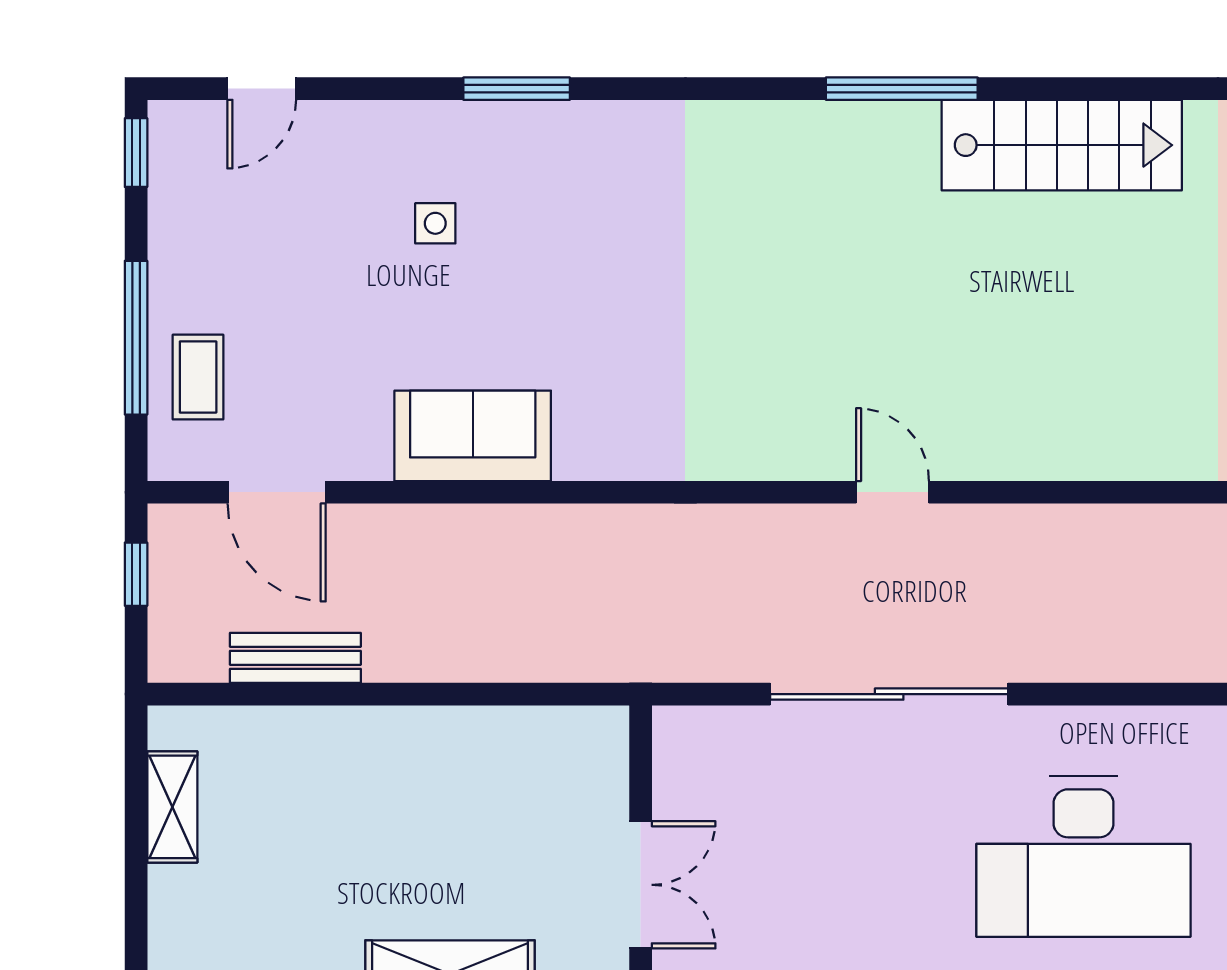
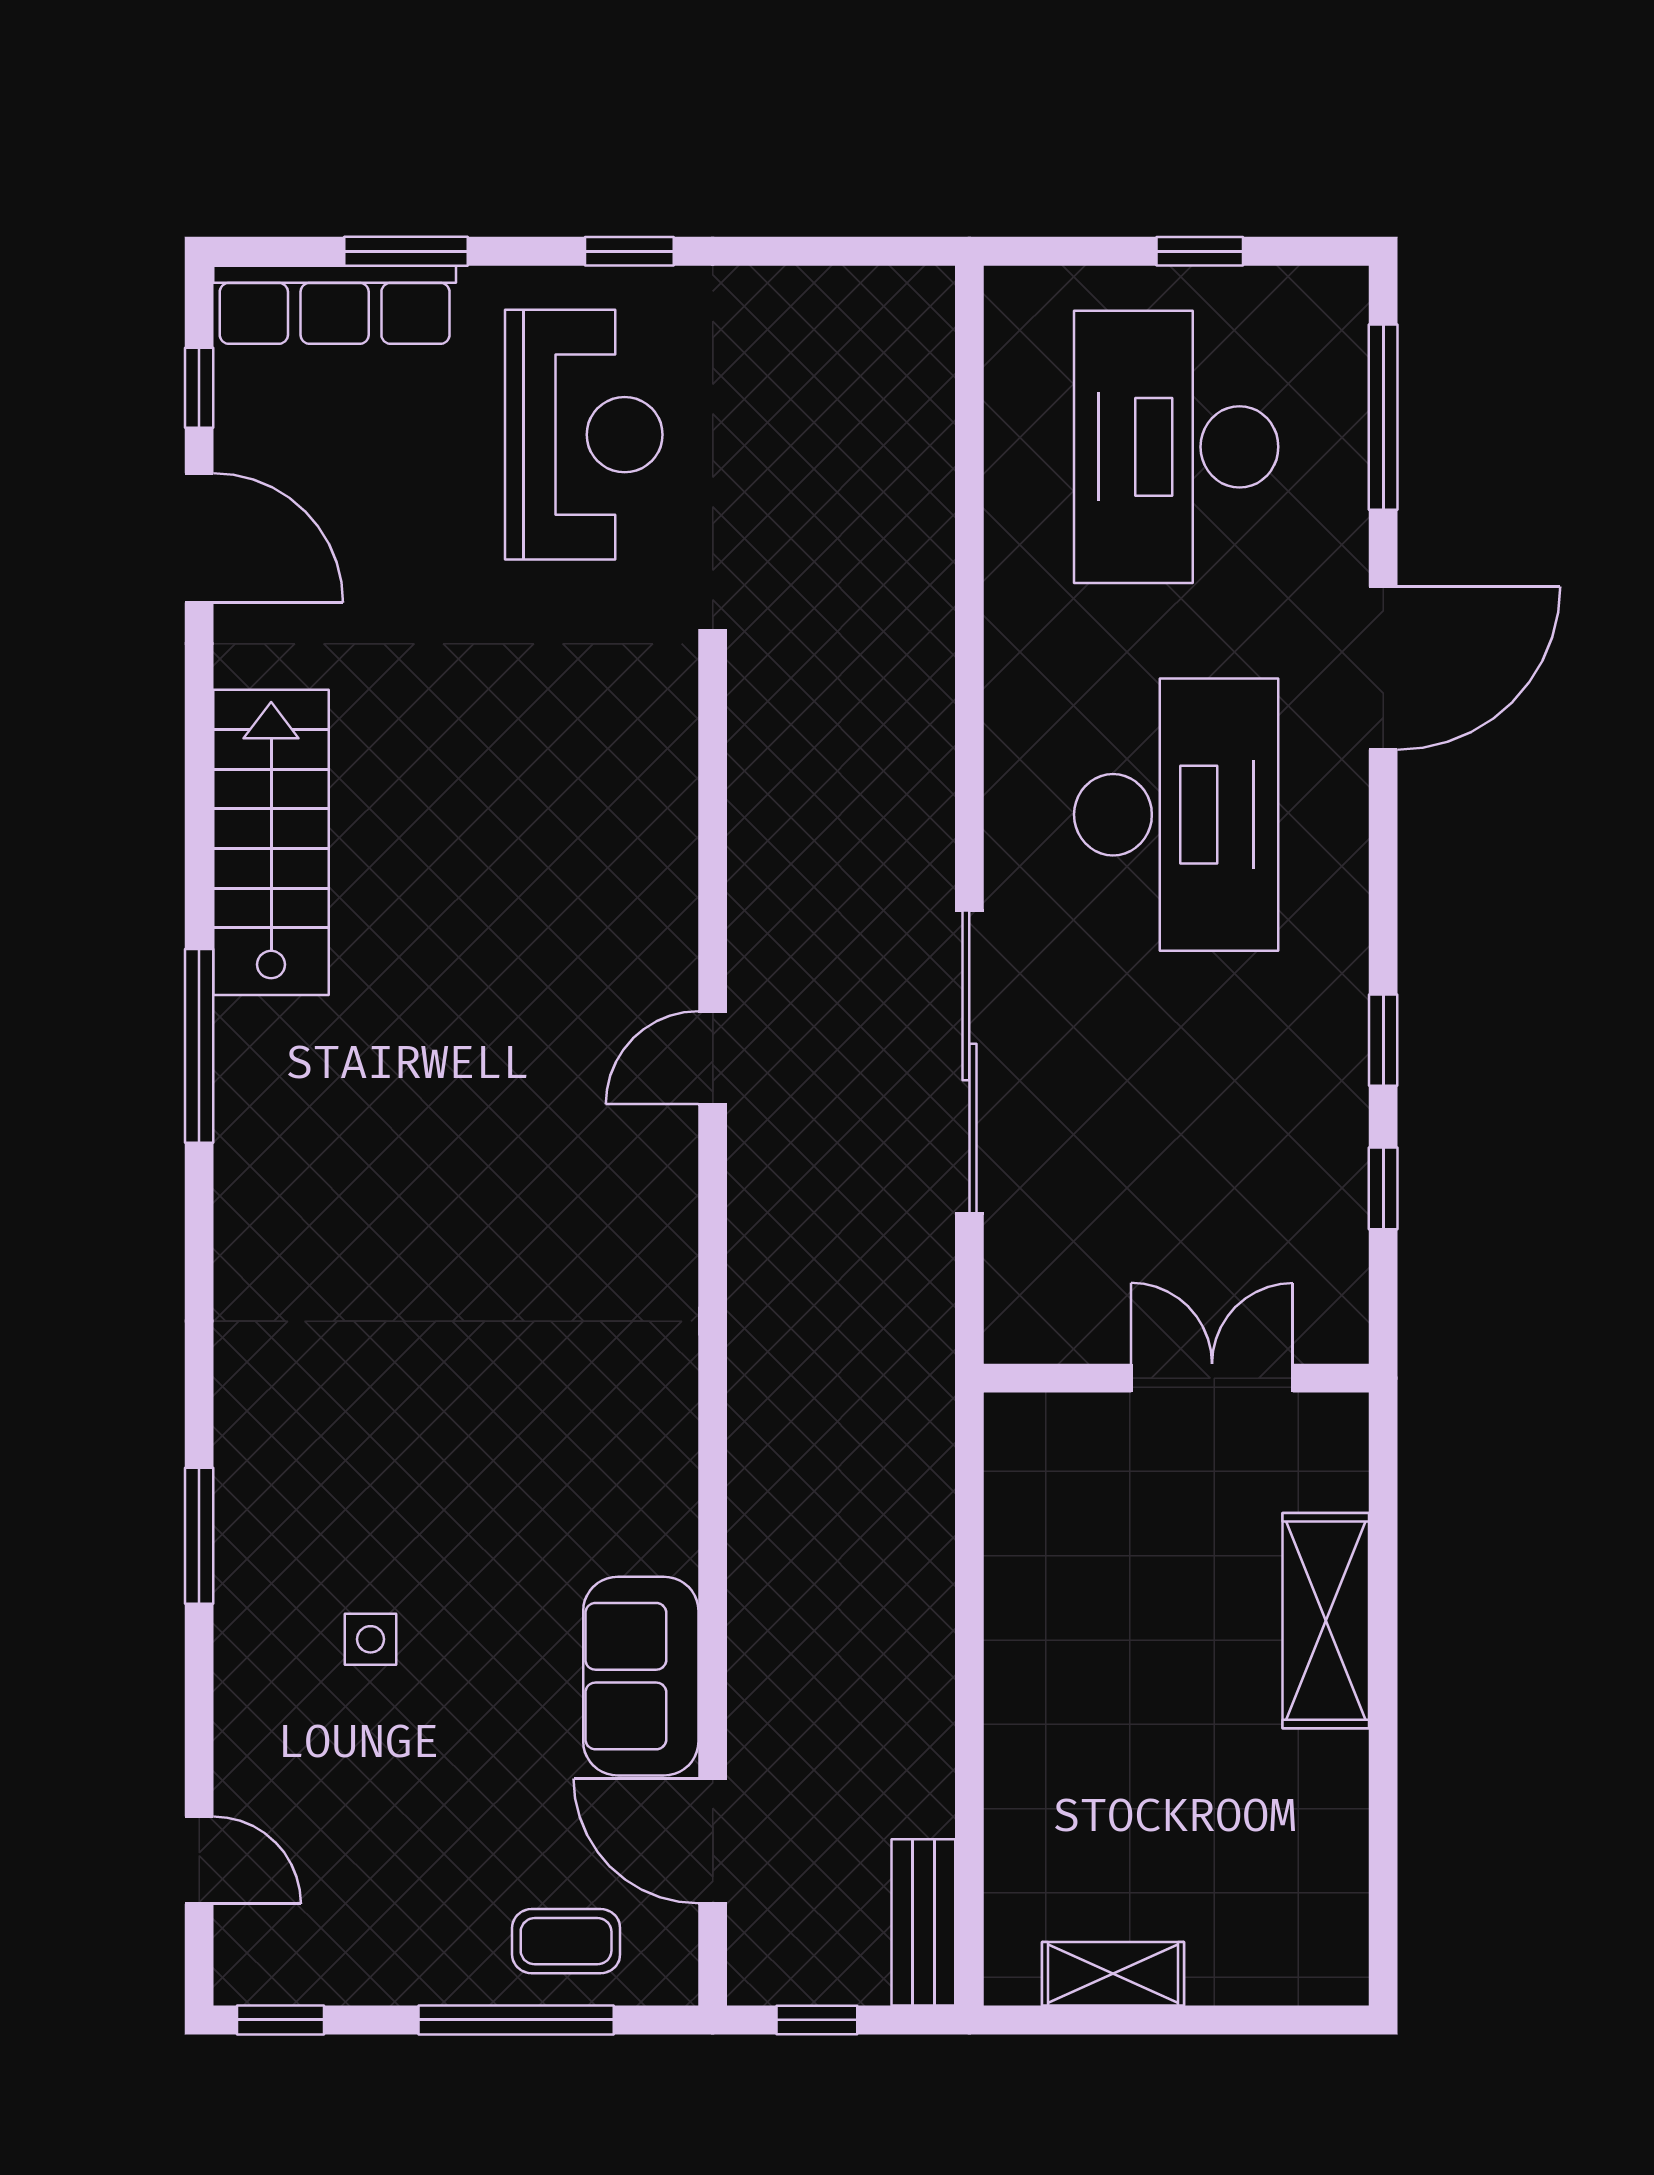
sofa: (473, 436) -> (641, 1676), moved
door: (277, 492) -> (713, 1841), swing flipped
bench: (295, 658) -> (923, 1922), moved

